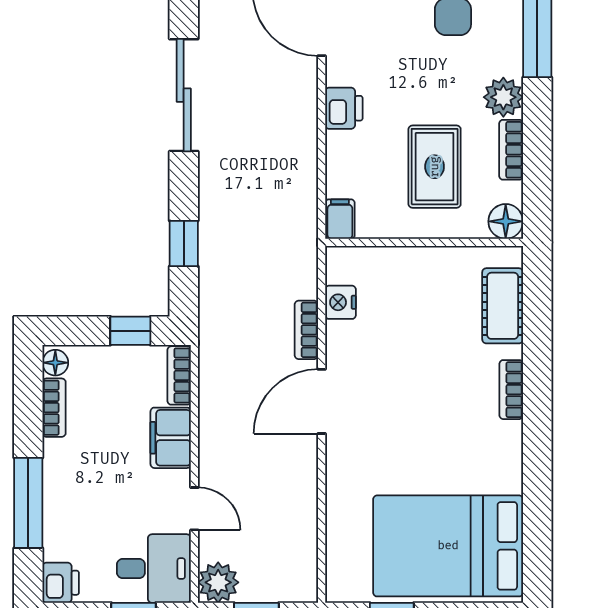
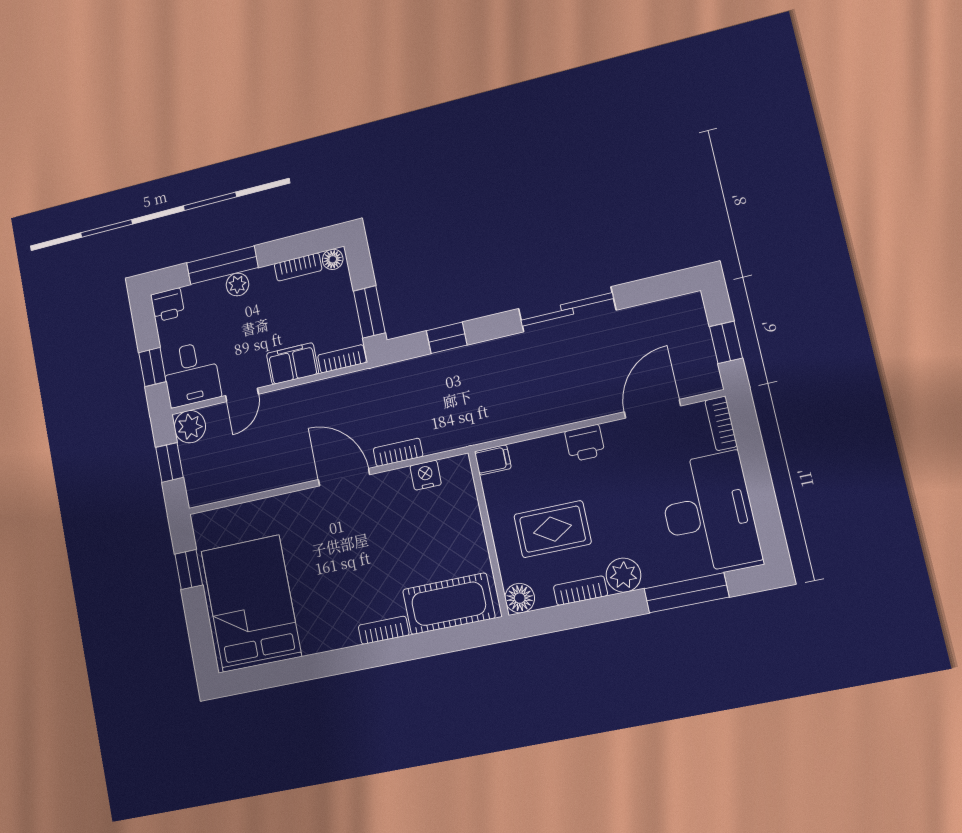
cot: (503, 306) -> (449, 604), width x1.37, depth x1.34
window: (130, 331) -> (369, 312), width x1.50
plant: (57, 488) -> (237, 284), added

